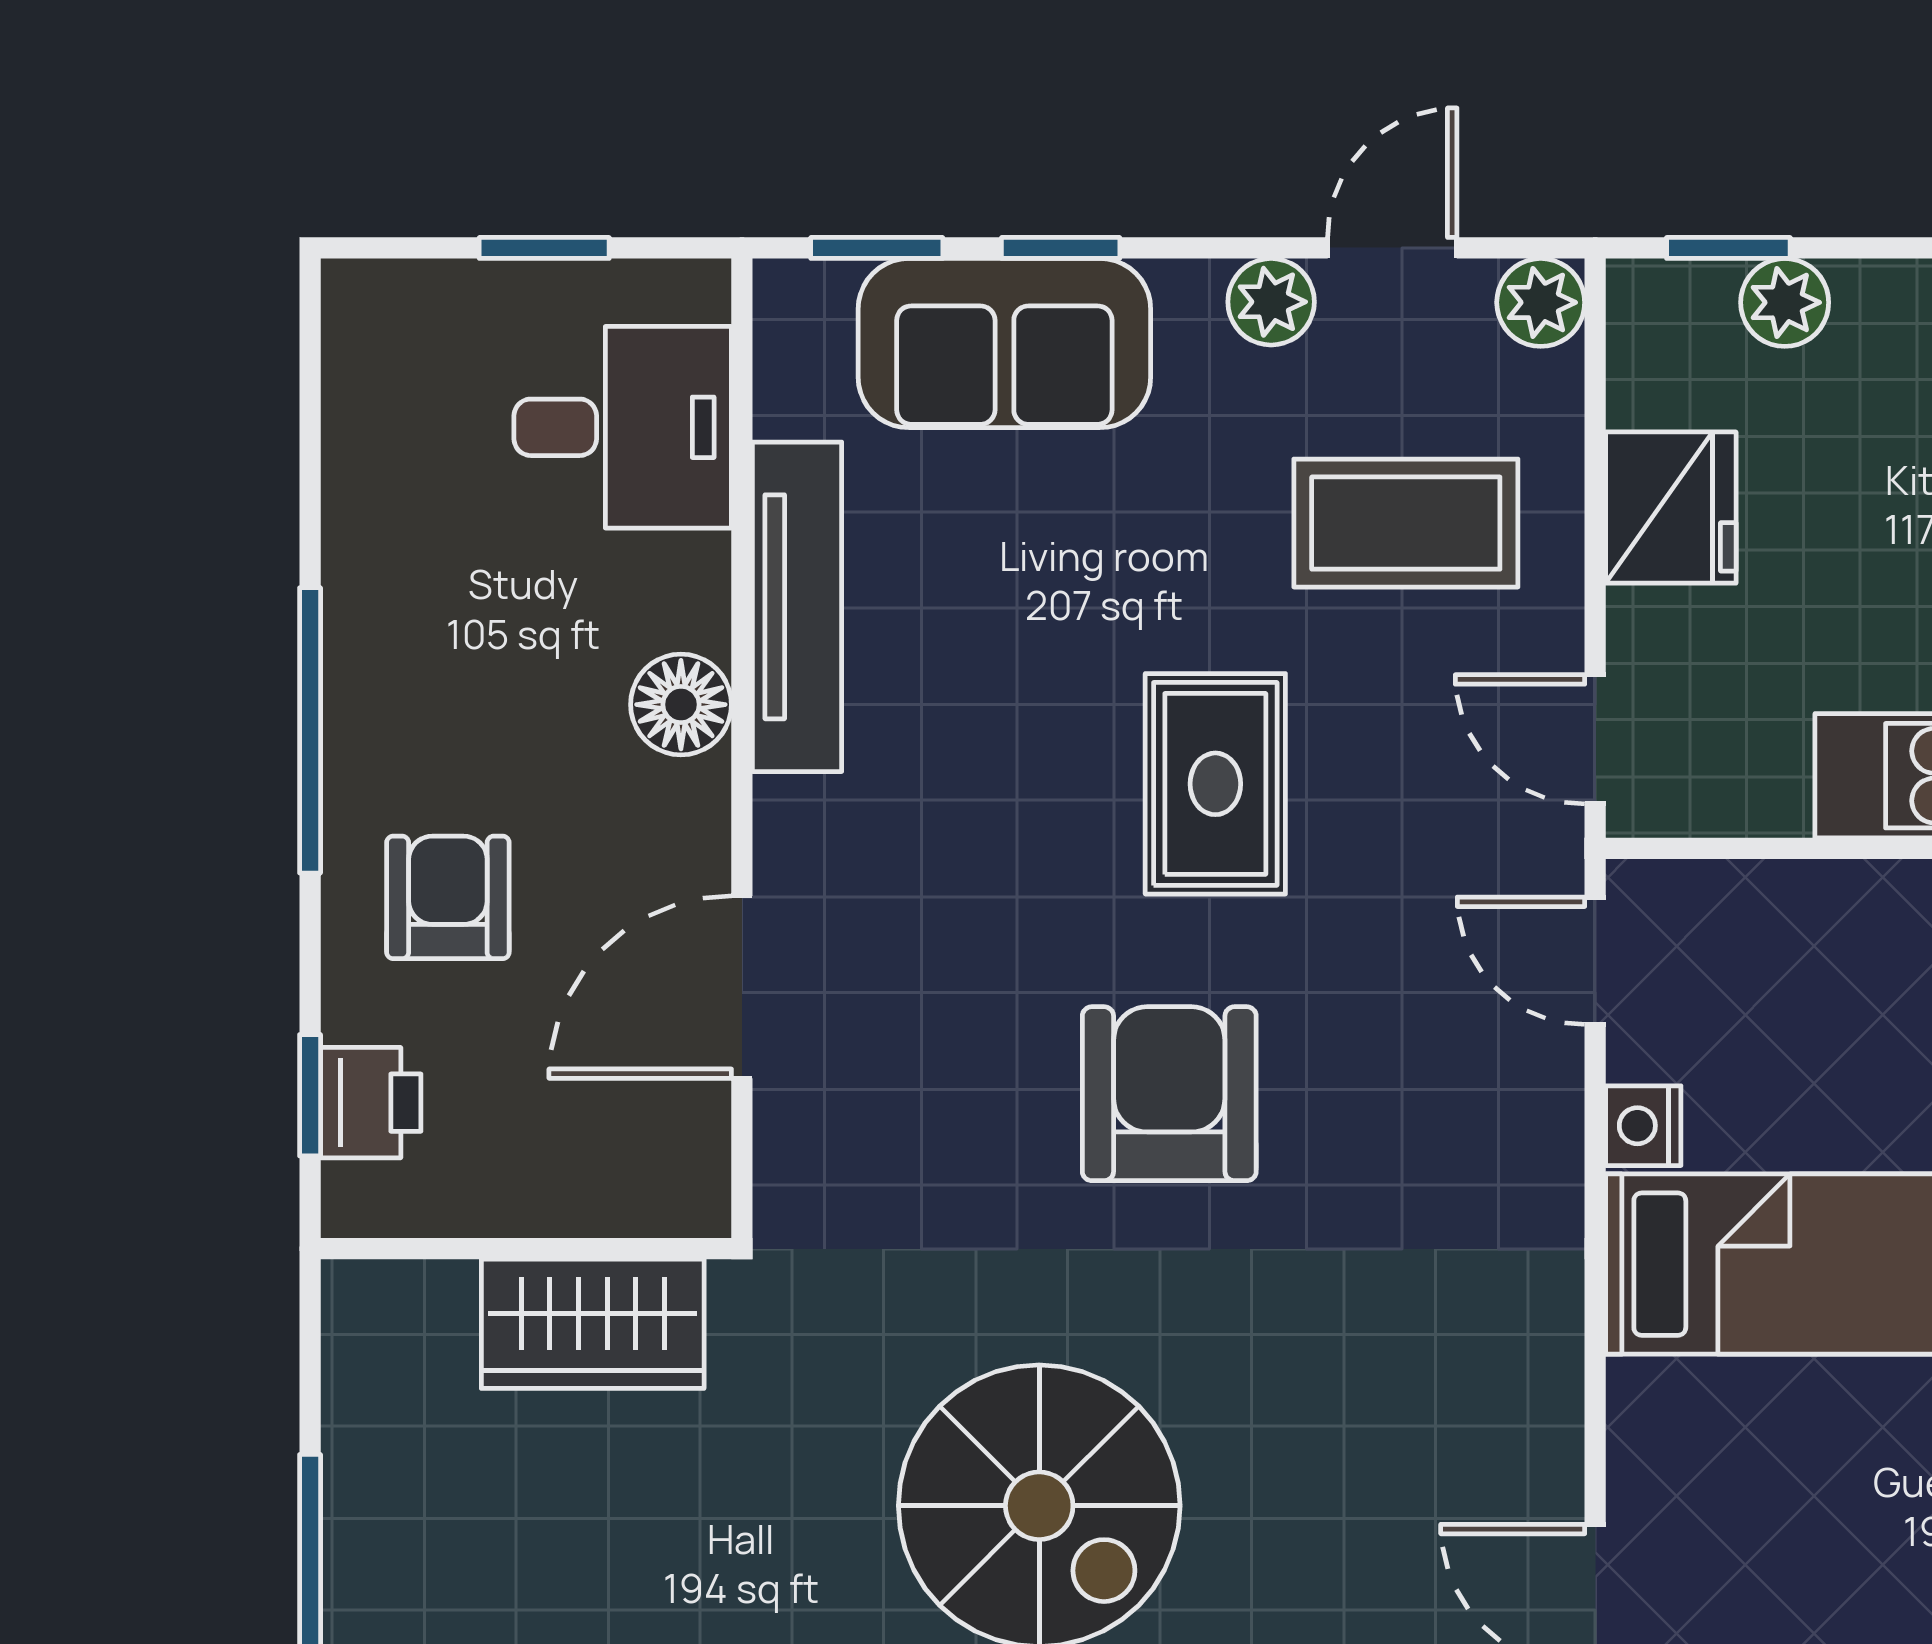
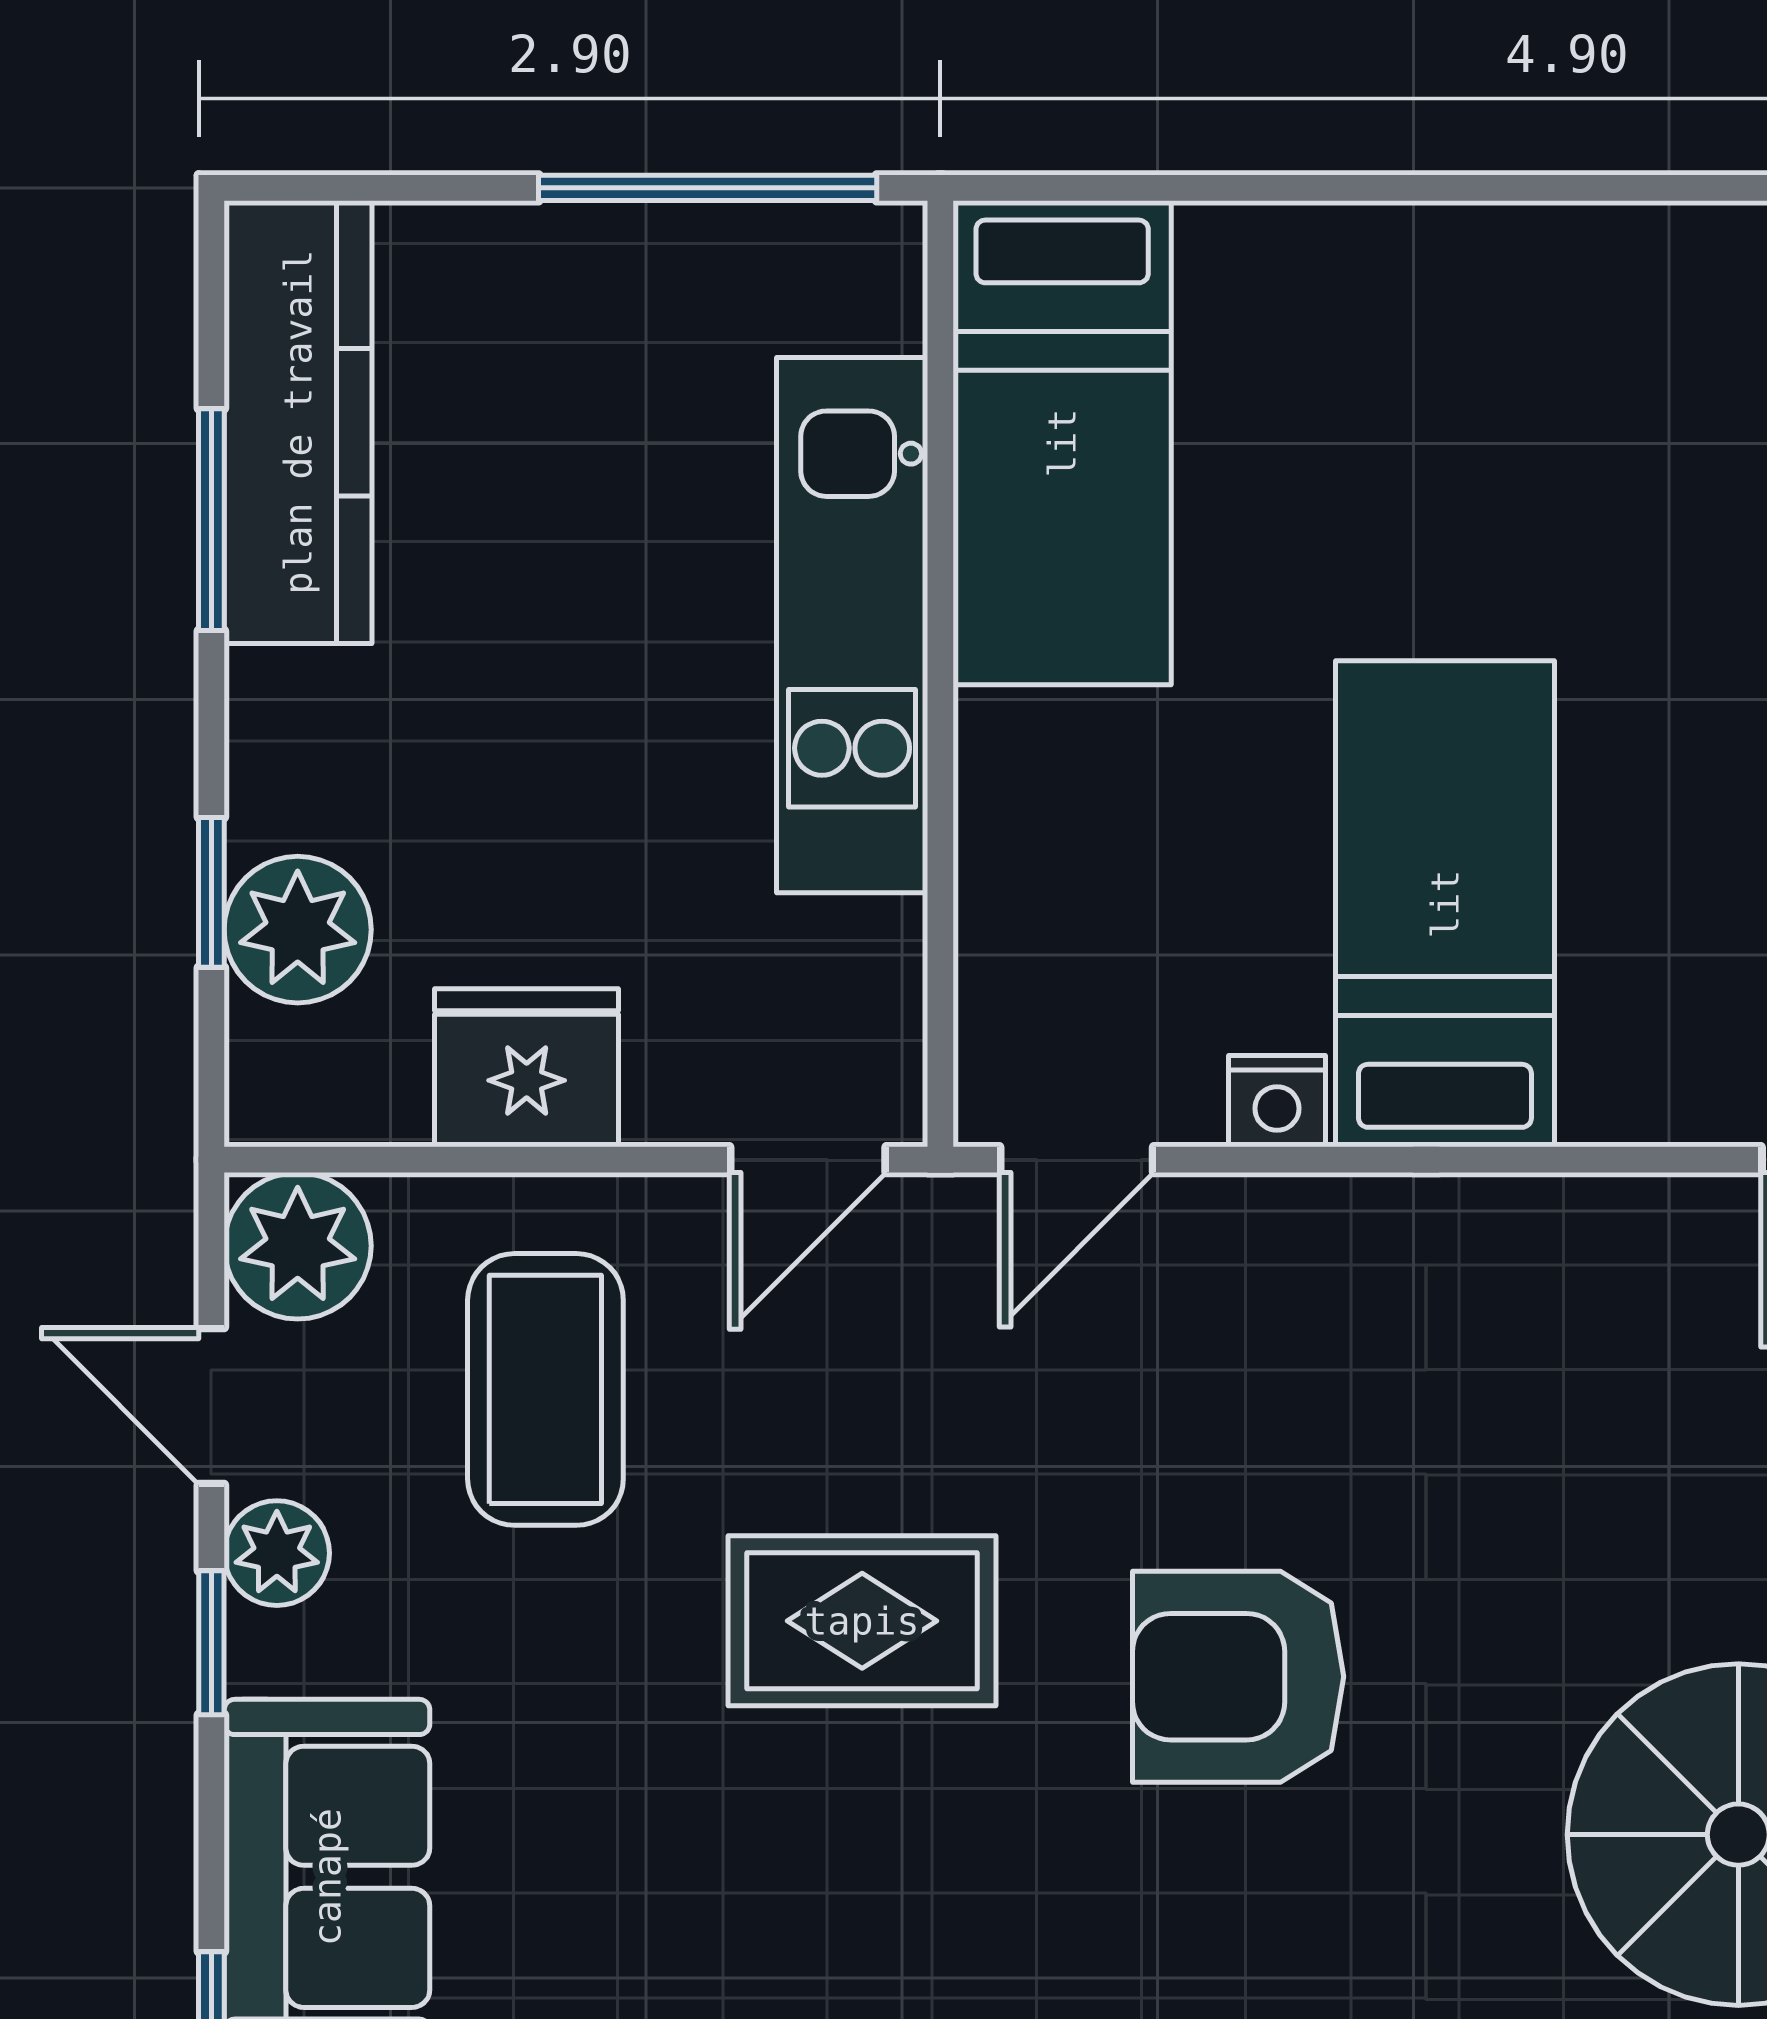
window: (1061, 248) -> (211, 1643), moved
window: (1728, 248) -> (211, 892), moved
plant: (1541, 302) -> (298, 1246), width x1.38, depth x1.38
plant: (1785, 302) -> (298, 930), width x1.38, depth x1.38

